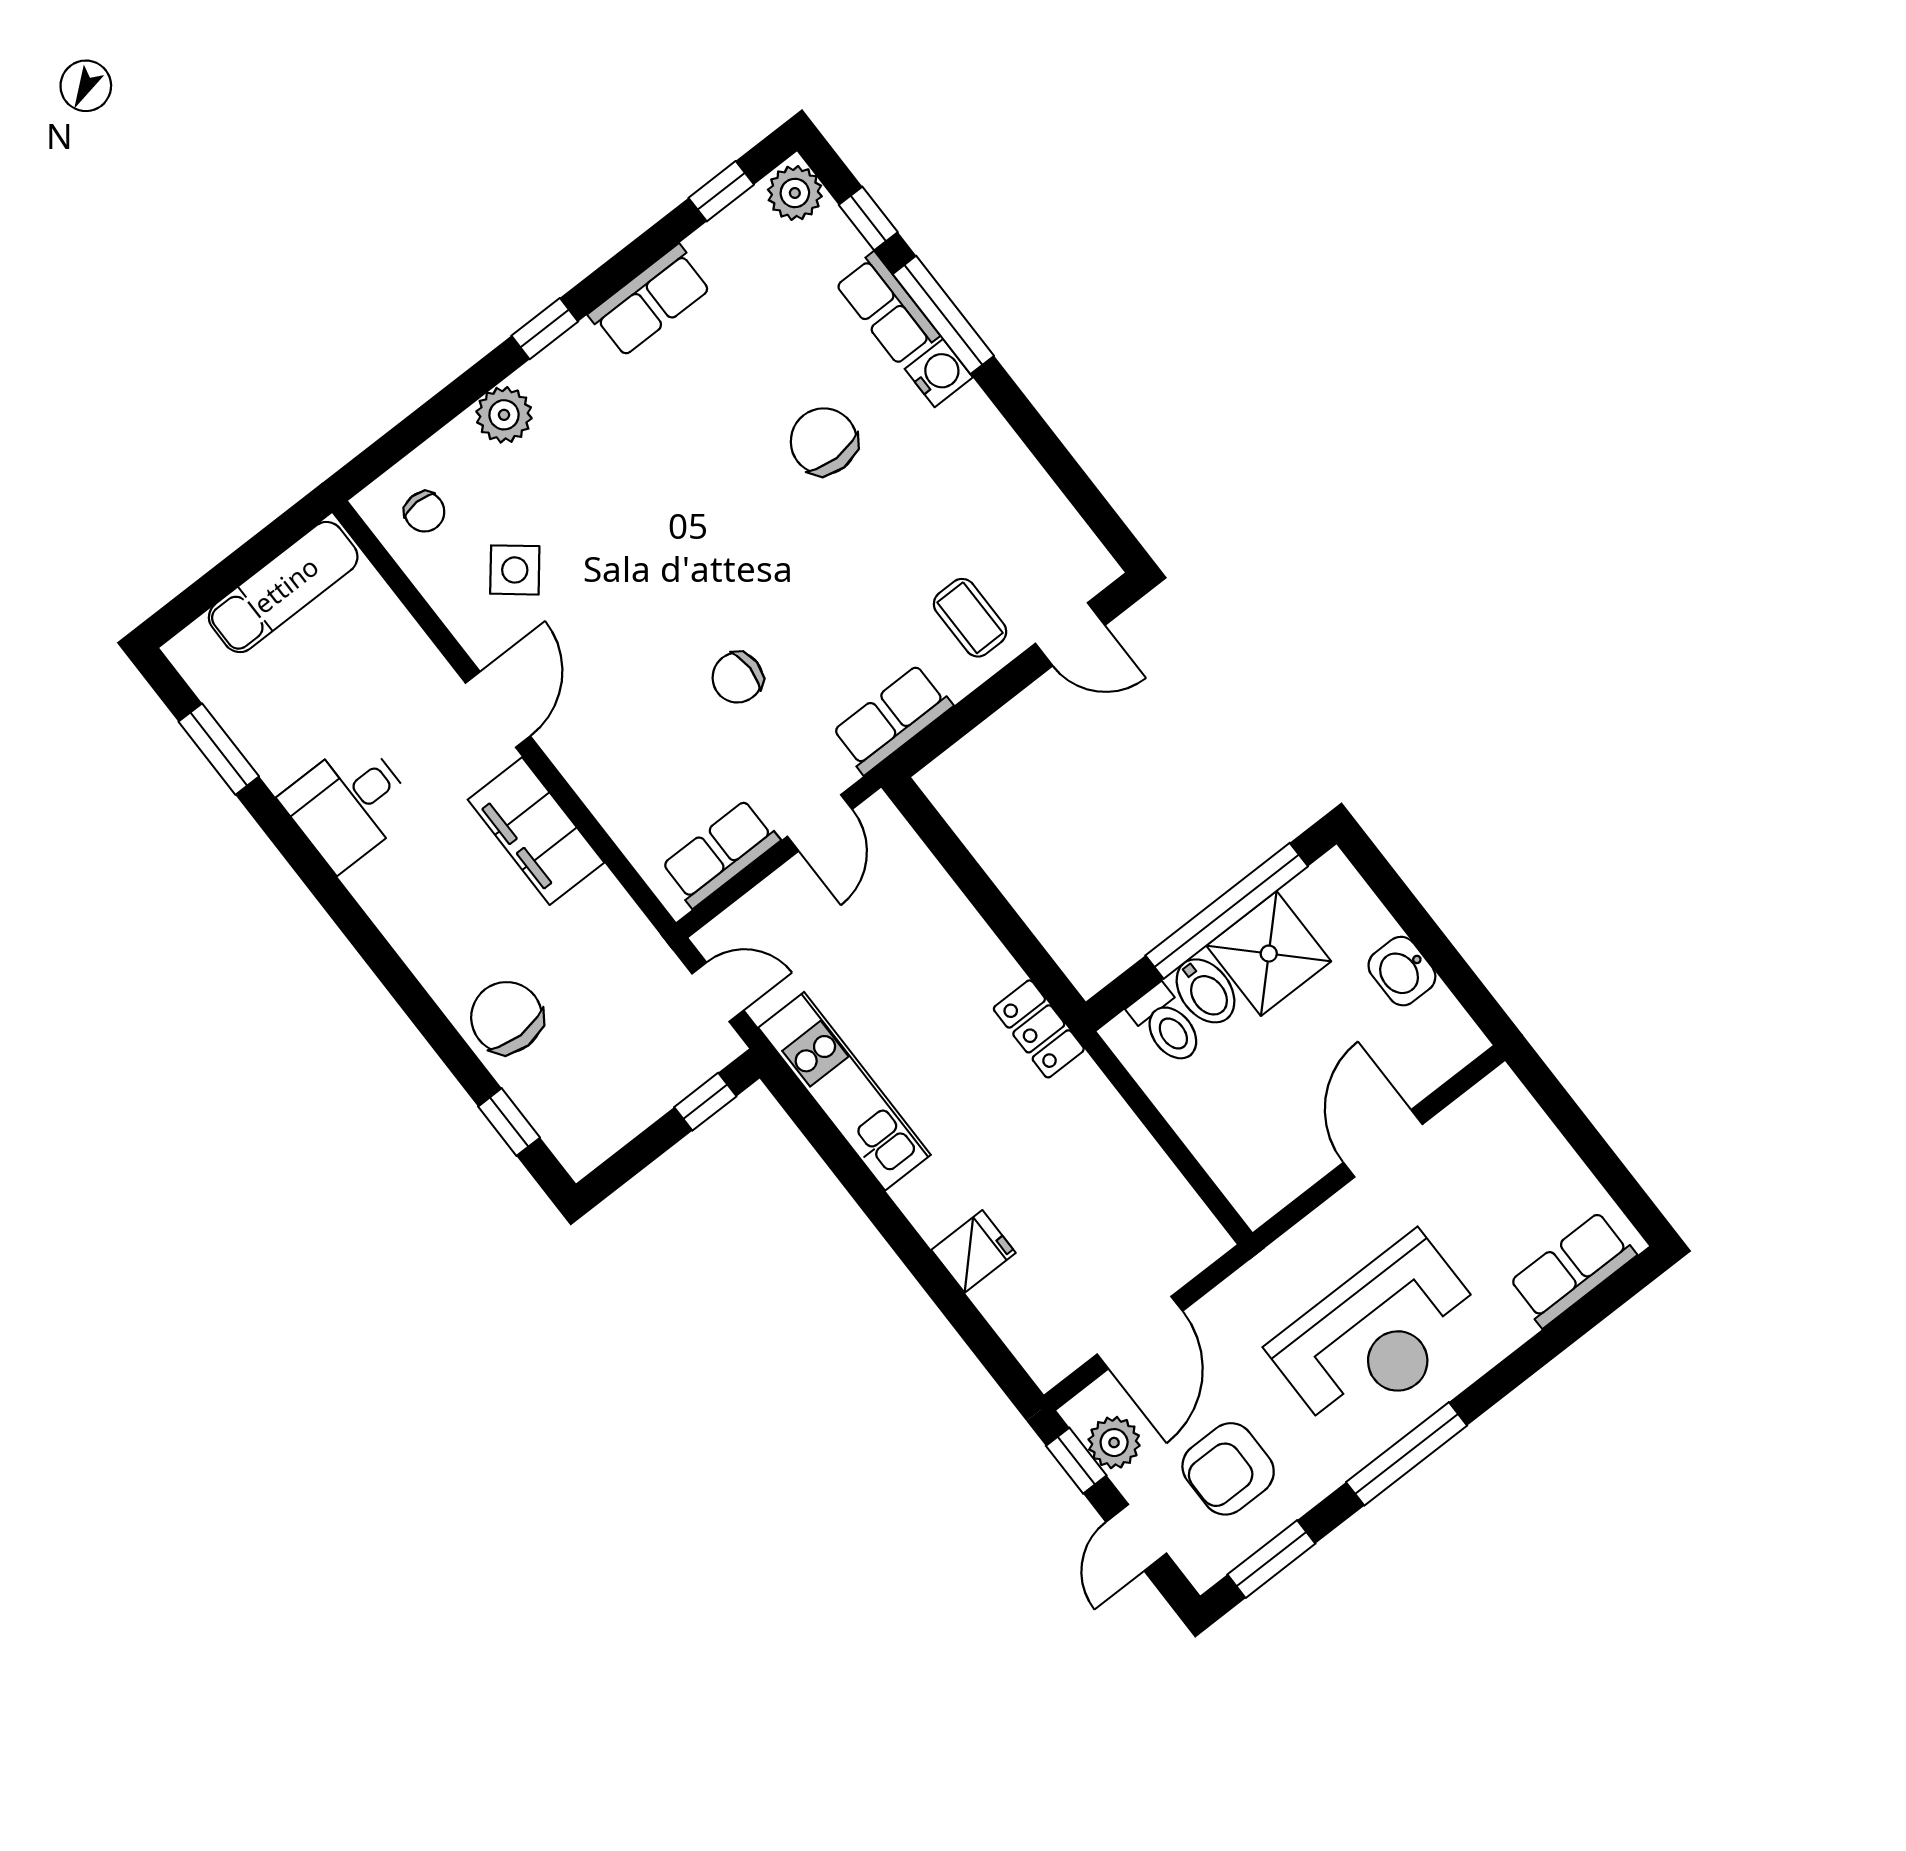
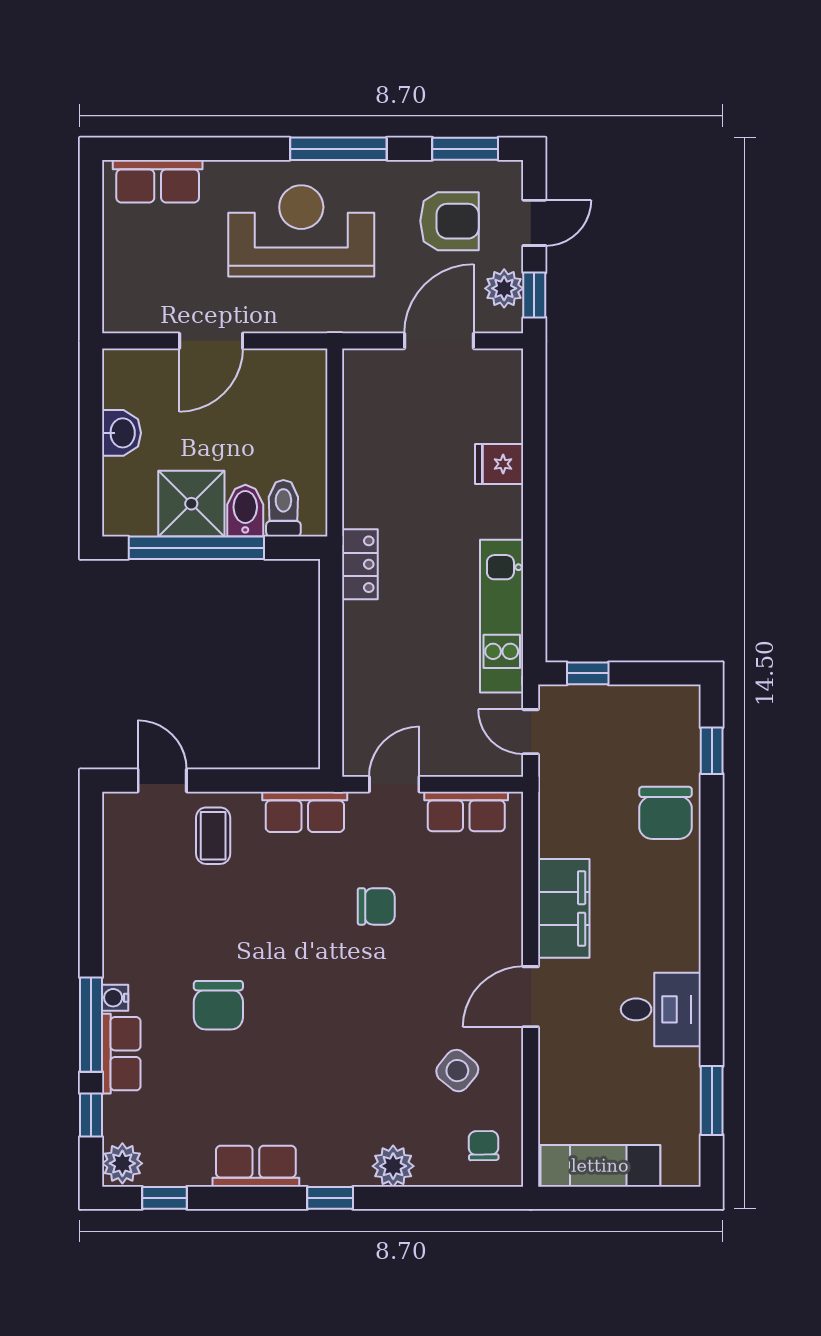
water cooler: (939, 373) -> (115, 998), width x0.72, depth x0.72

